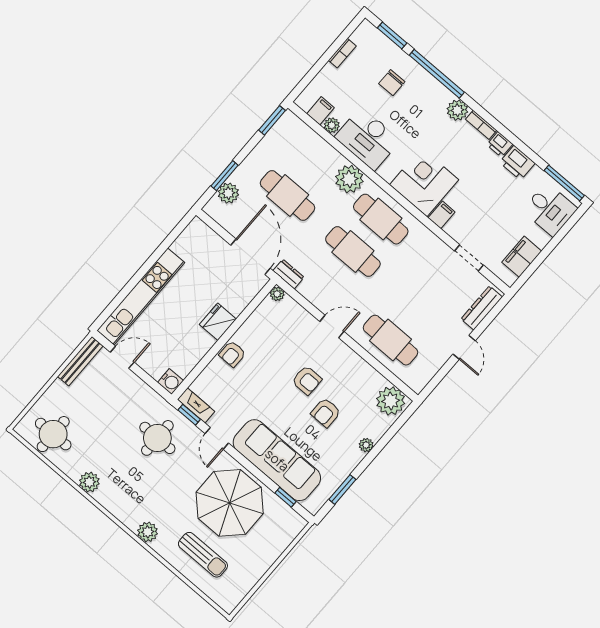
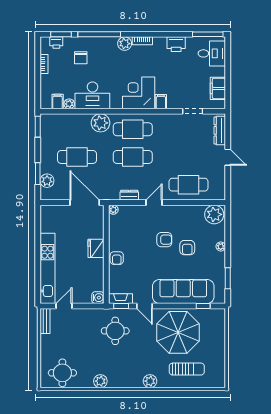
printer: (500, 144) -> (56, 43), moved
dresser: (288, 274) -> (129, 195), moved
bench: (80, 361) -> (45, 321), width x0.73

